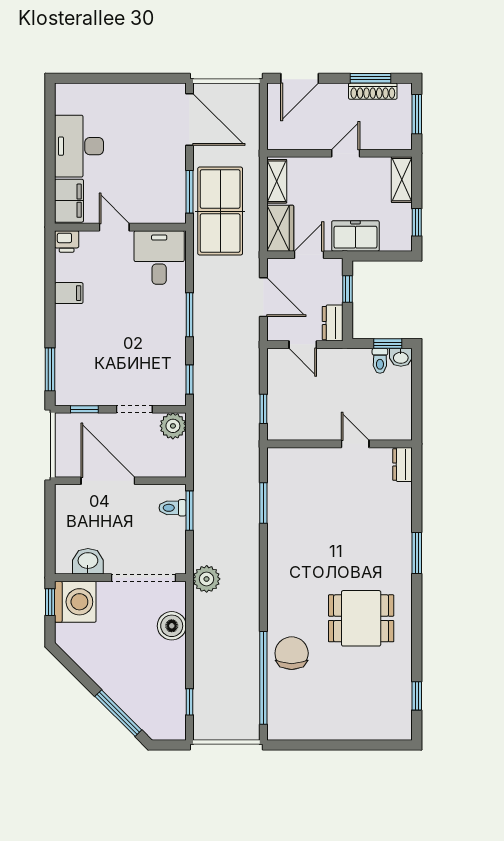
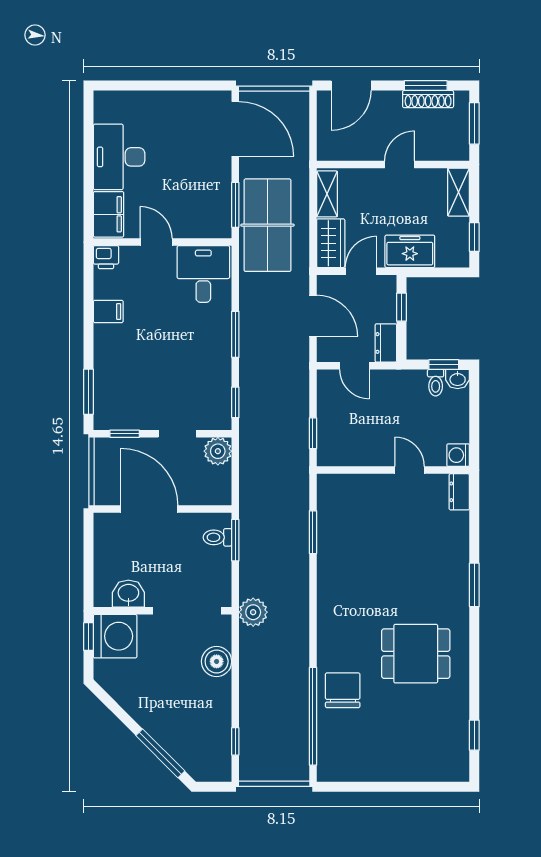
washing machine: (401, 430) -> (458, 455), added

